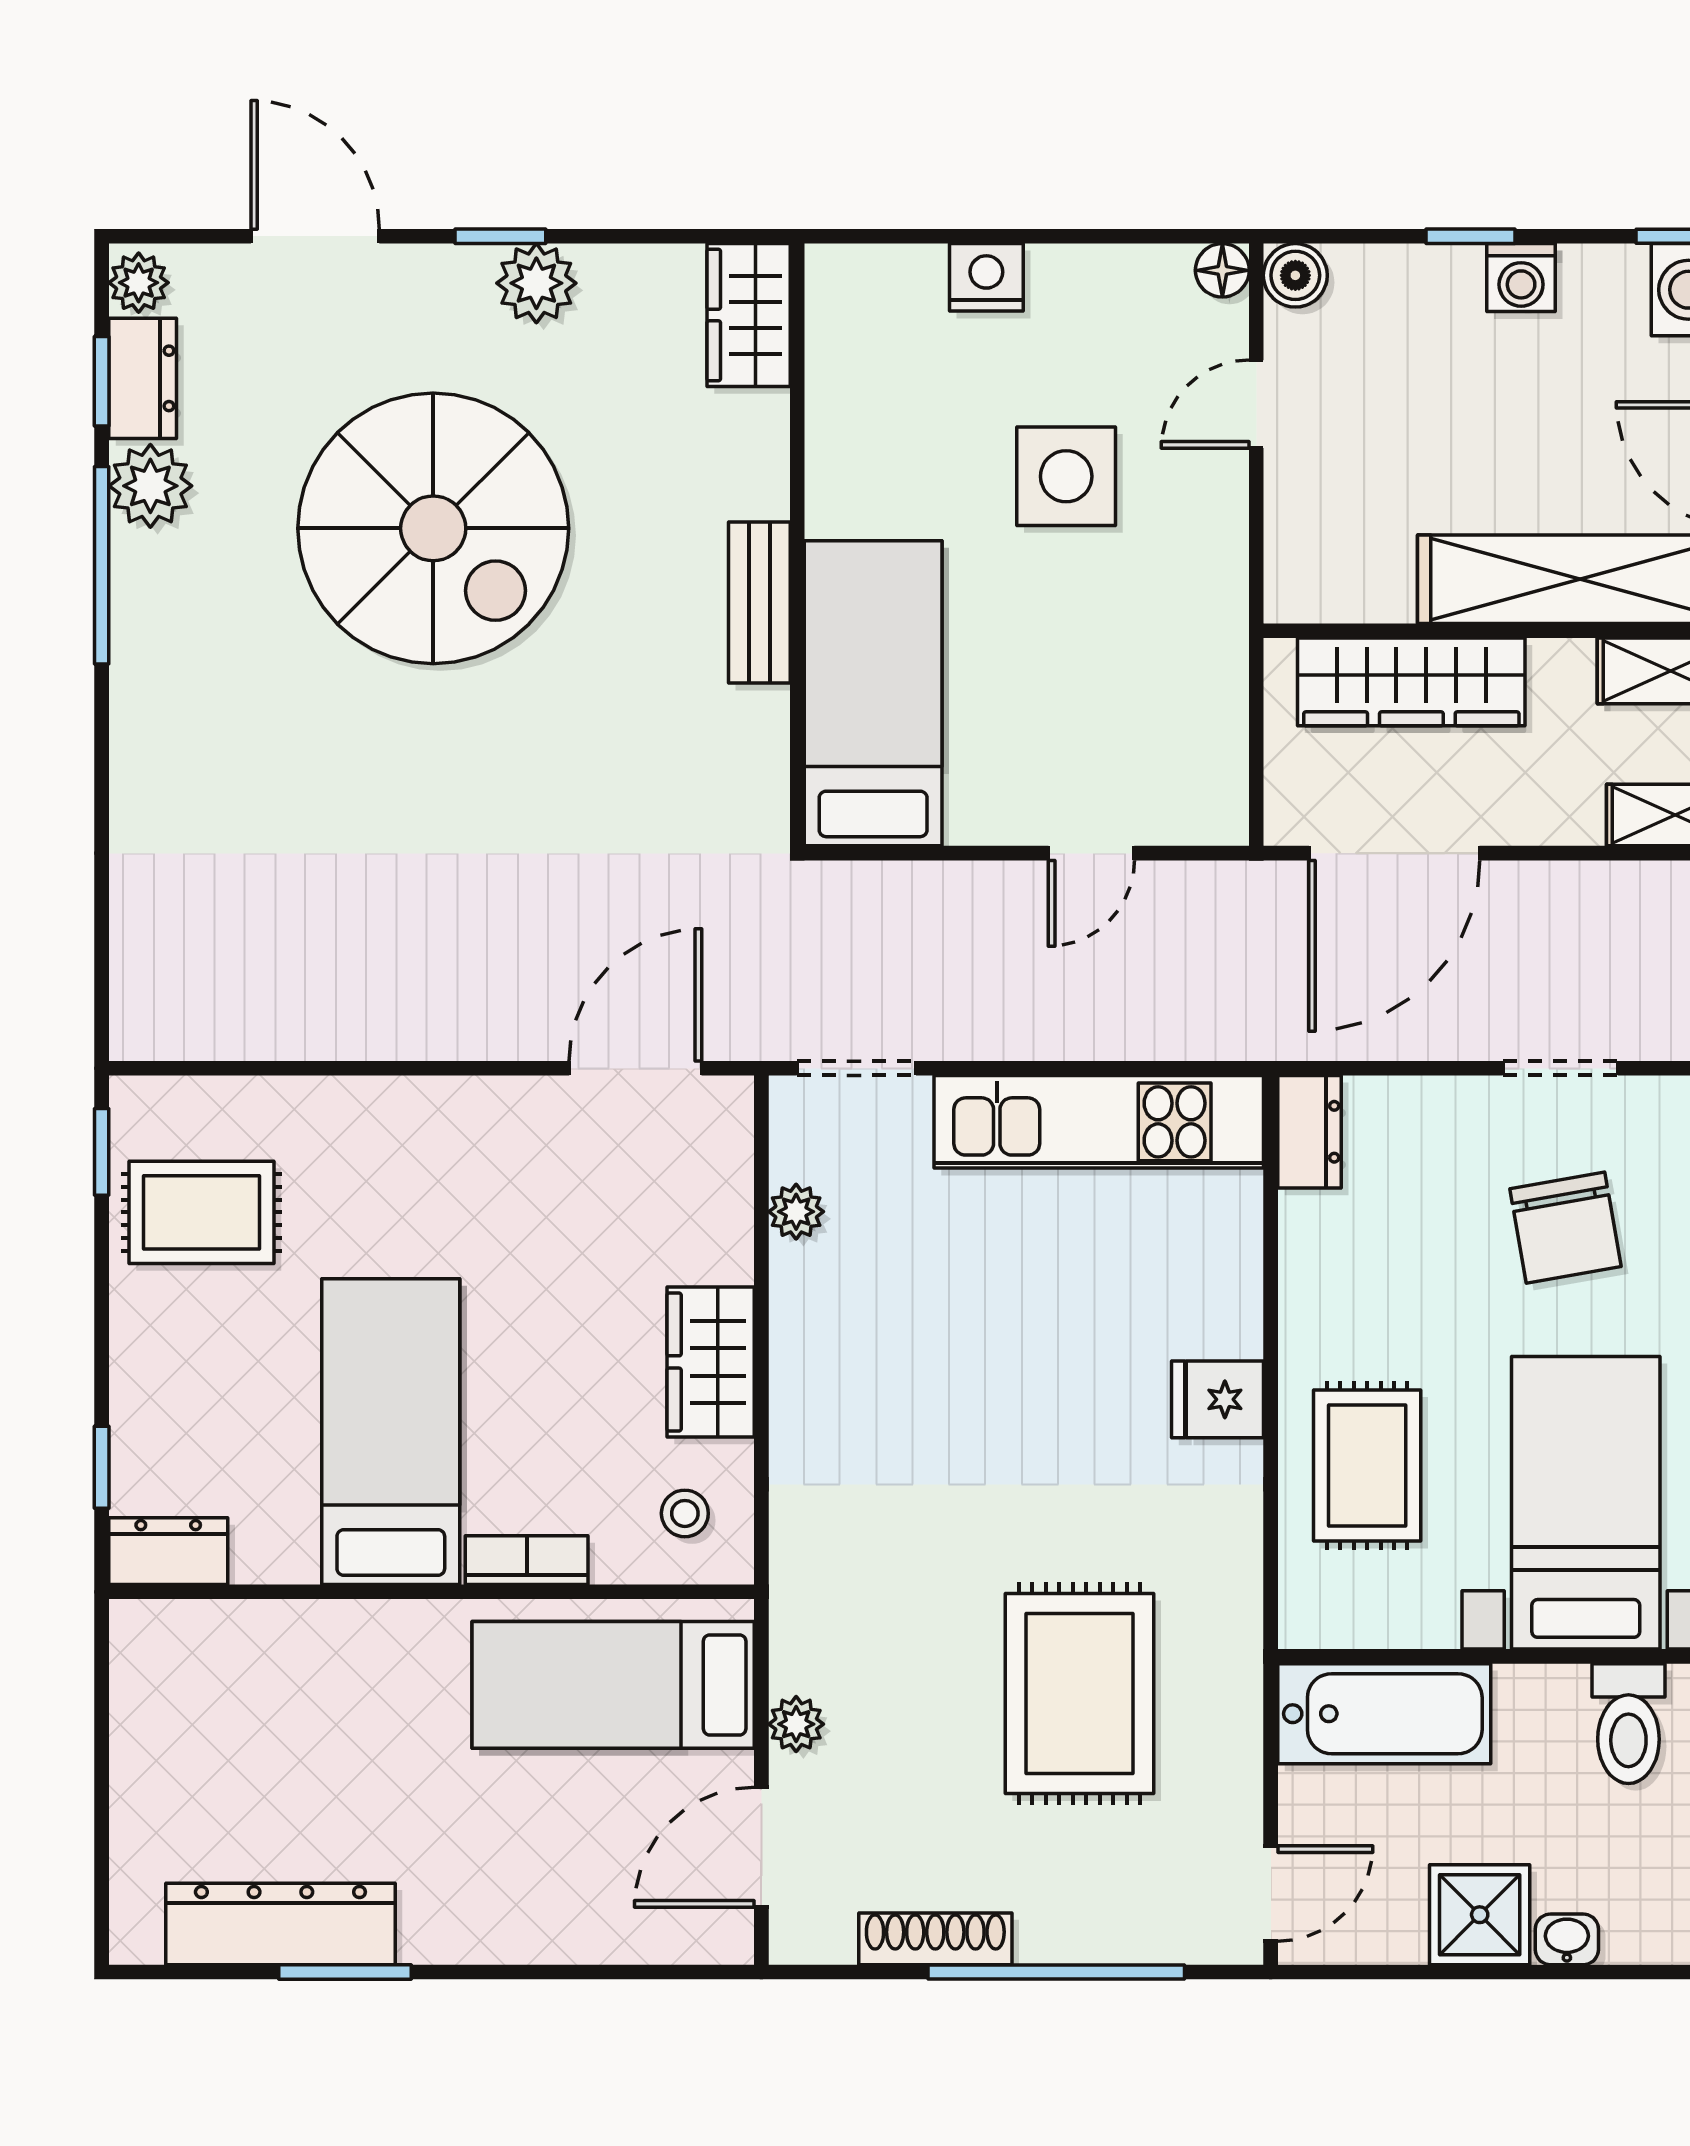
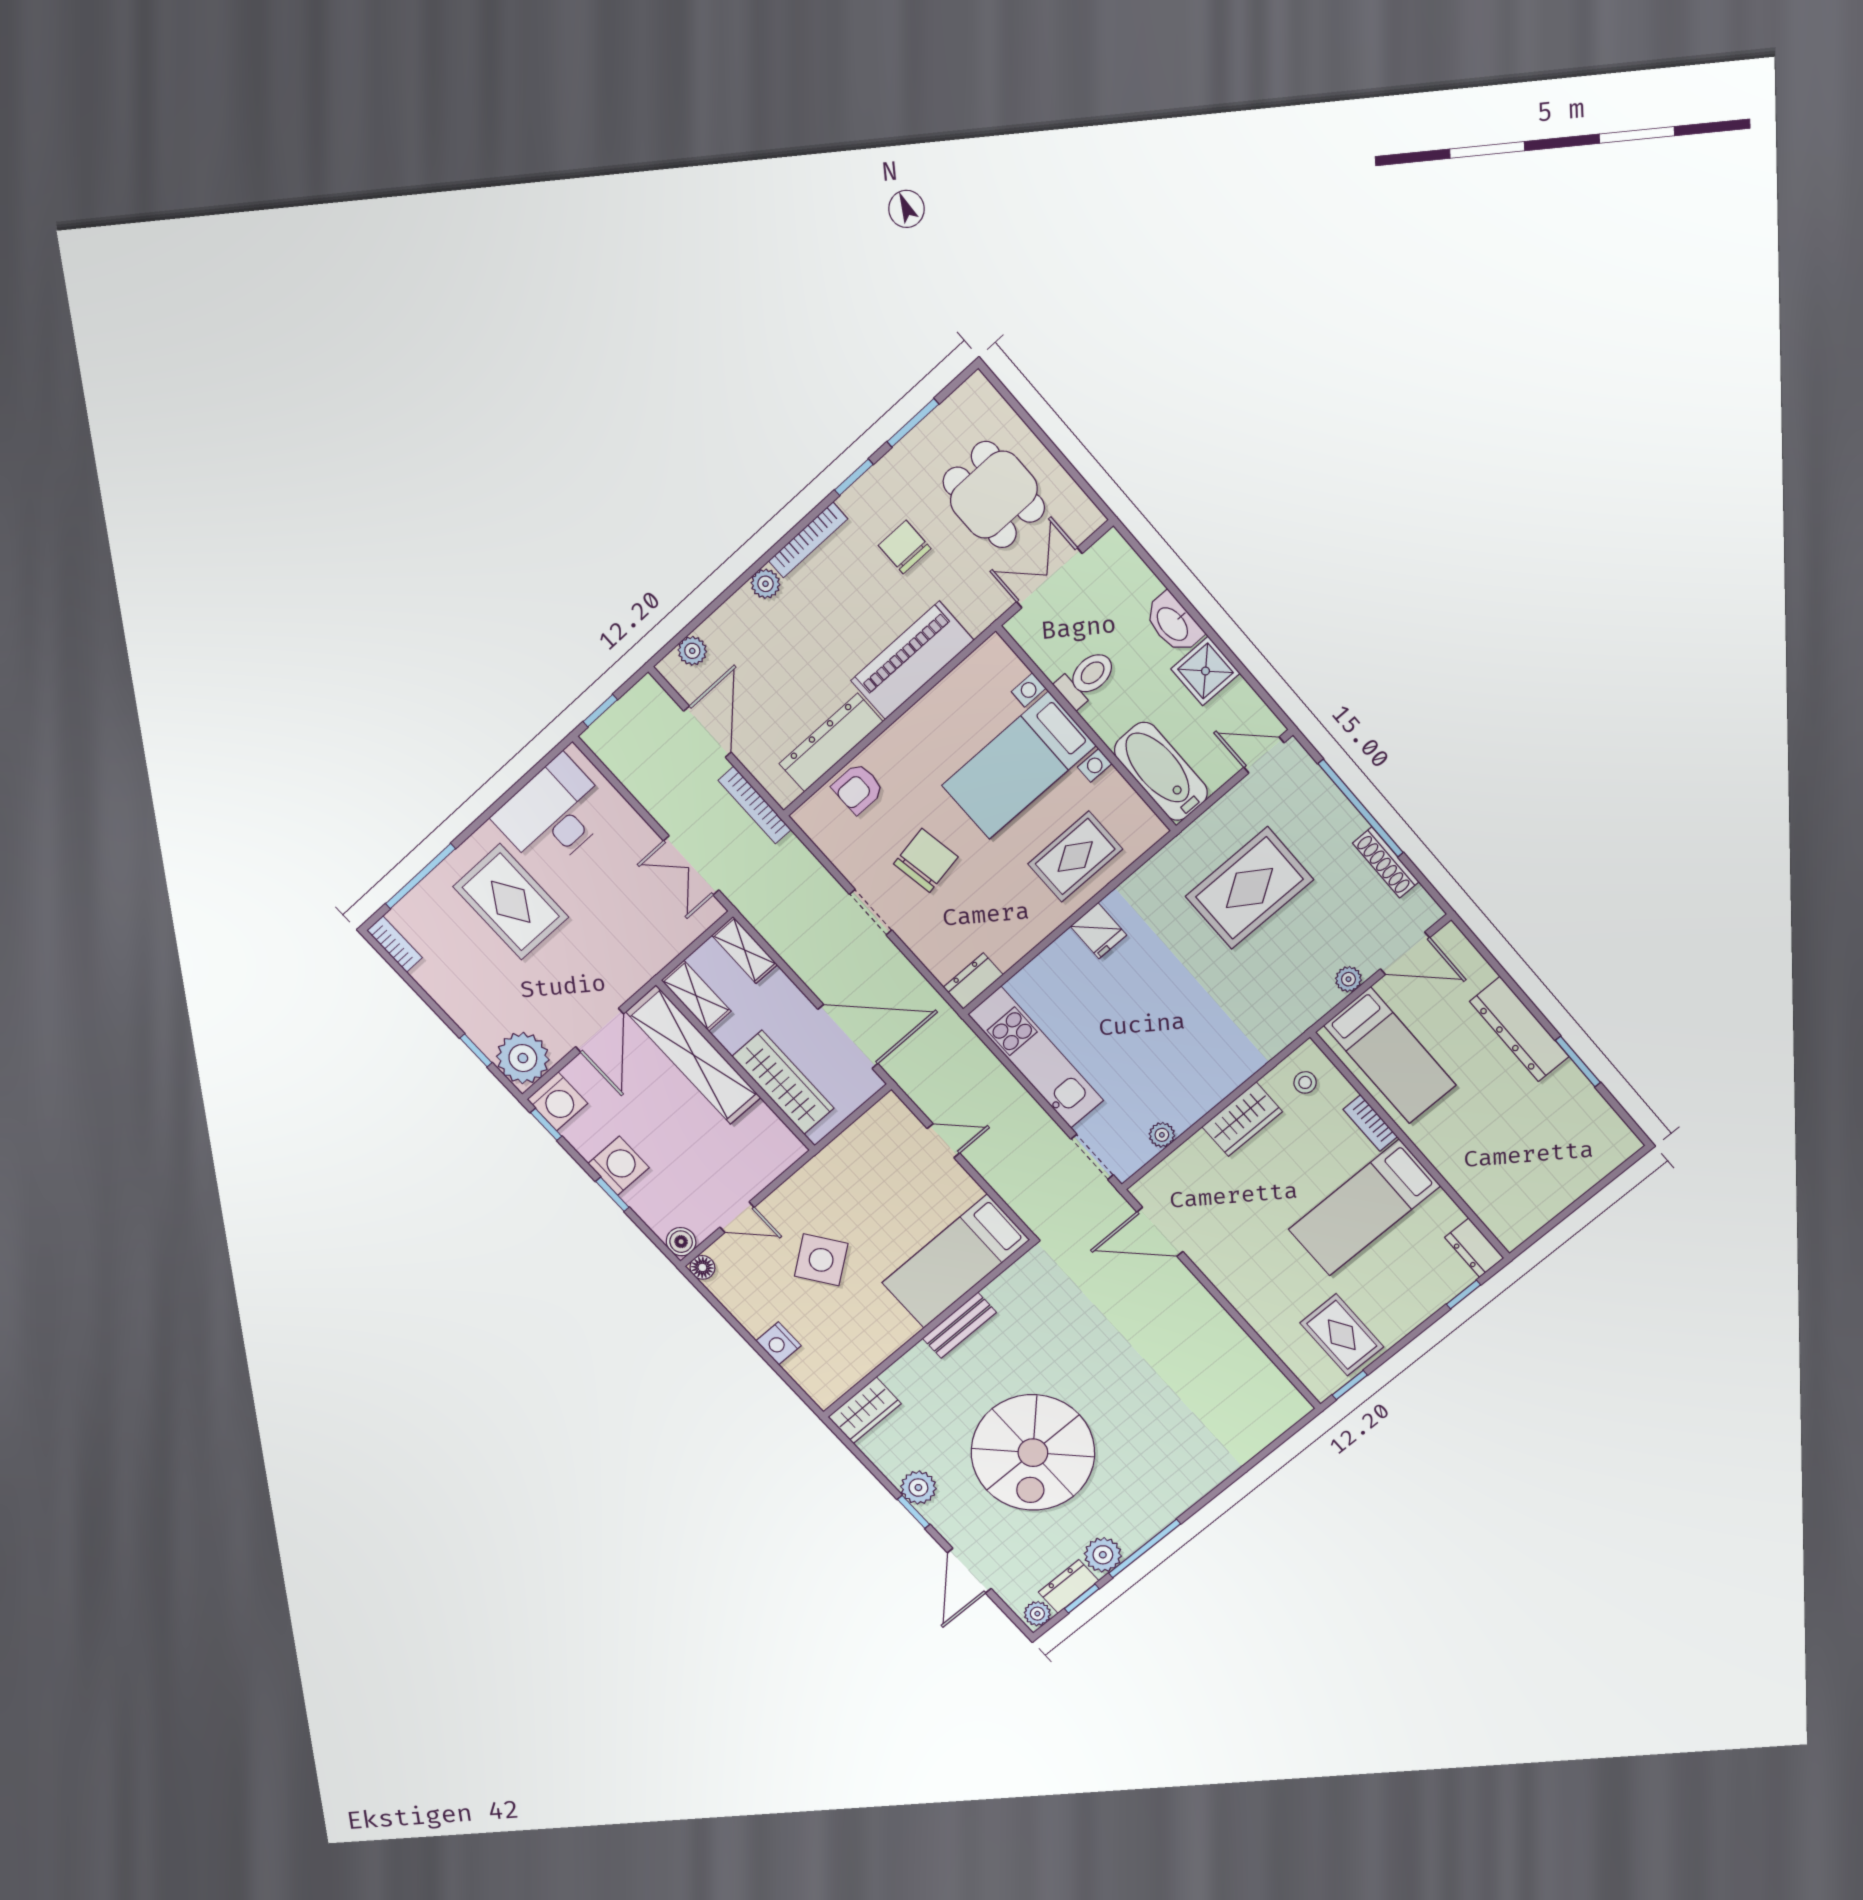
washing machine: (1521, 278) -> (619, 1166), width x1.38, depth x1.38
side table: (1066, 476) -> (821, 1260), turned -36
spiral stairs: (433, 528) -> (1033, 1453), turned 180
dresser: (280, 1924) -> (1519, 1029), moved
washbasin: (1567, 1939) -> (1173, 623), width x1.91, depth x1.45

